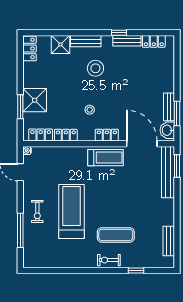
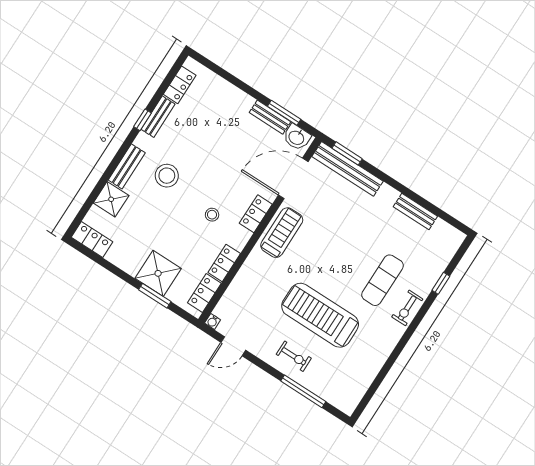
bench: (169, 241) -> (415, 211), moved

